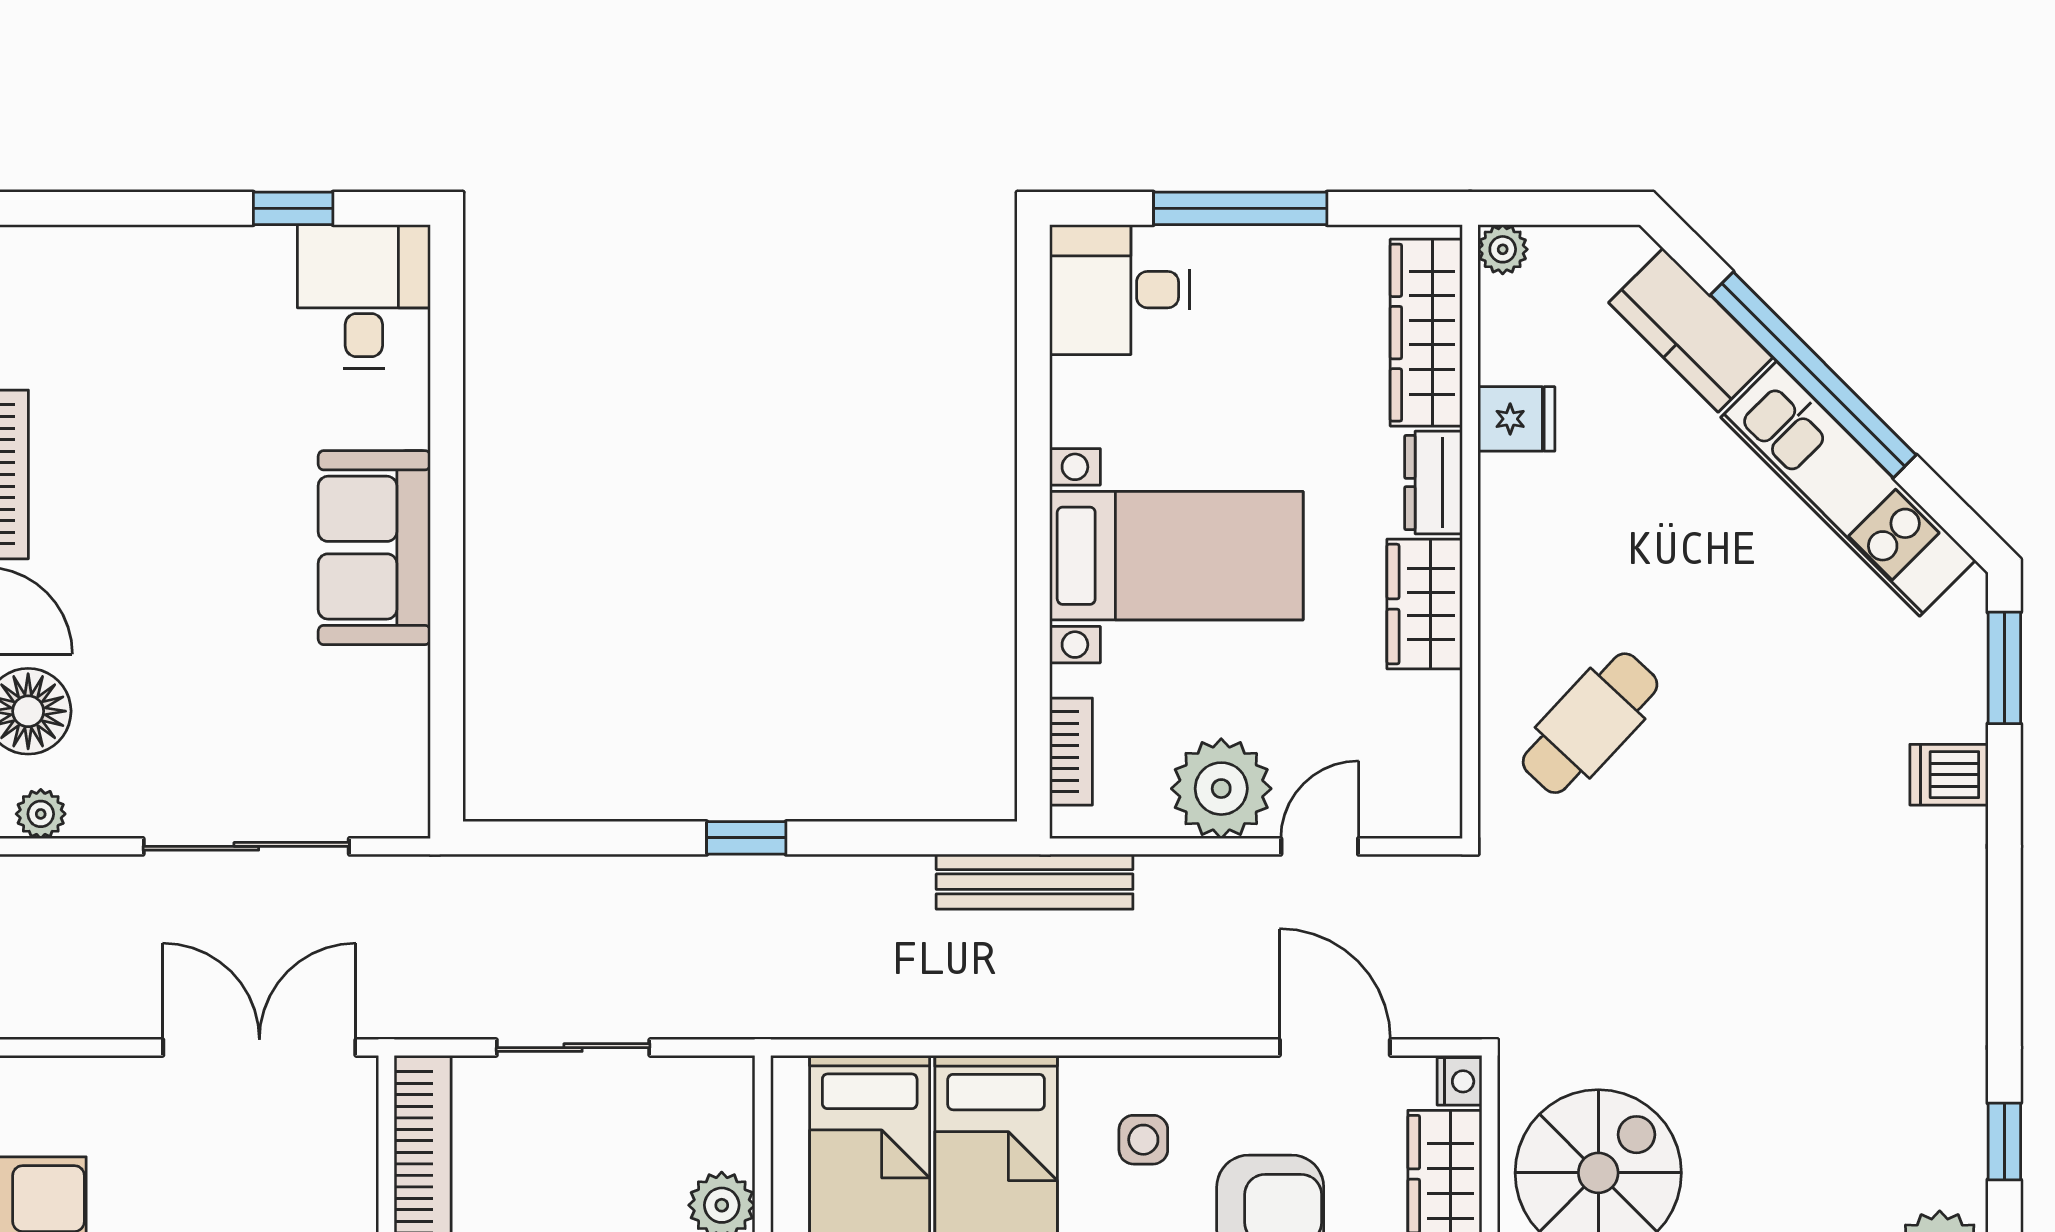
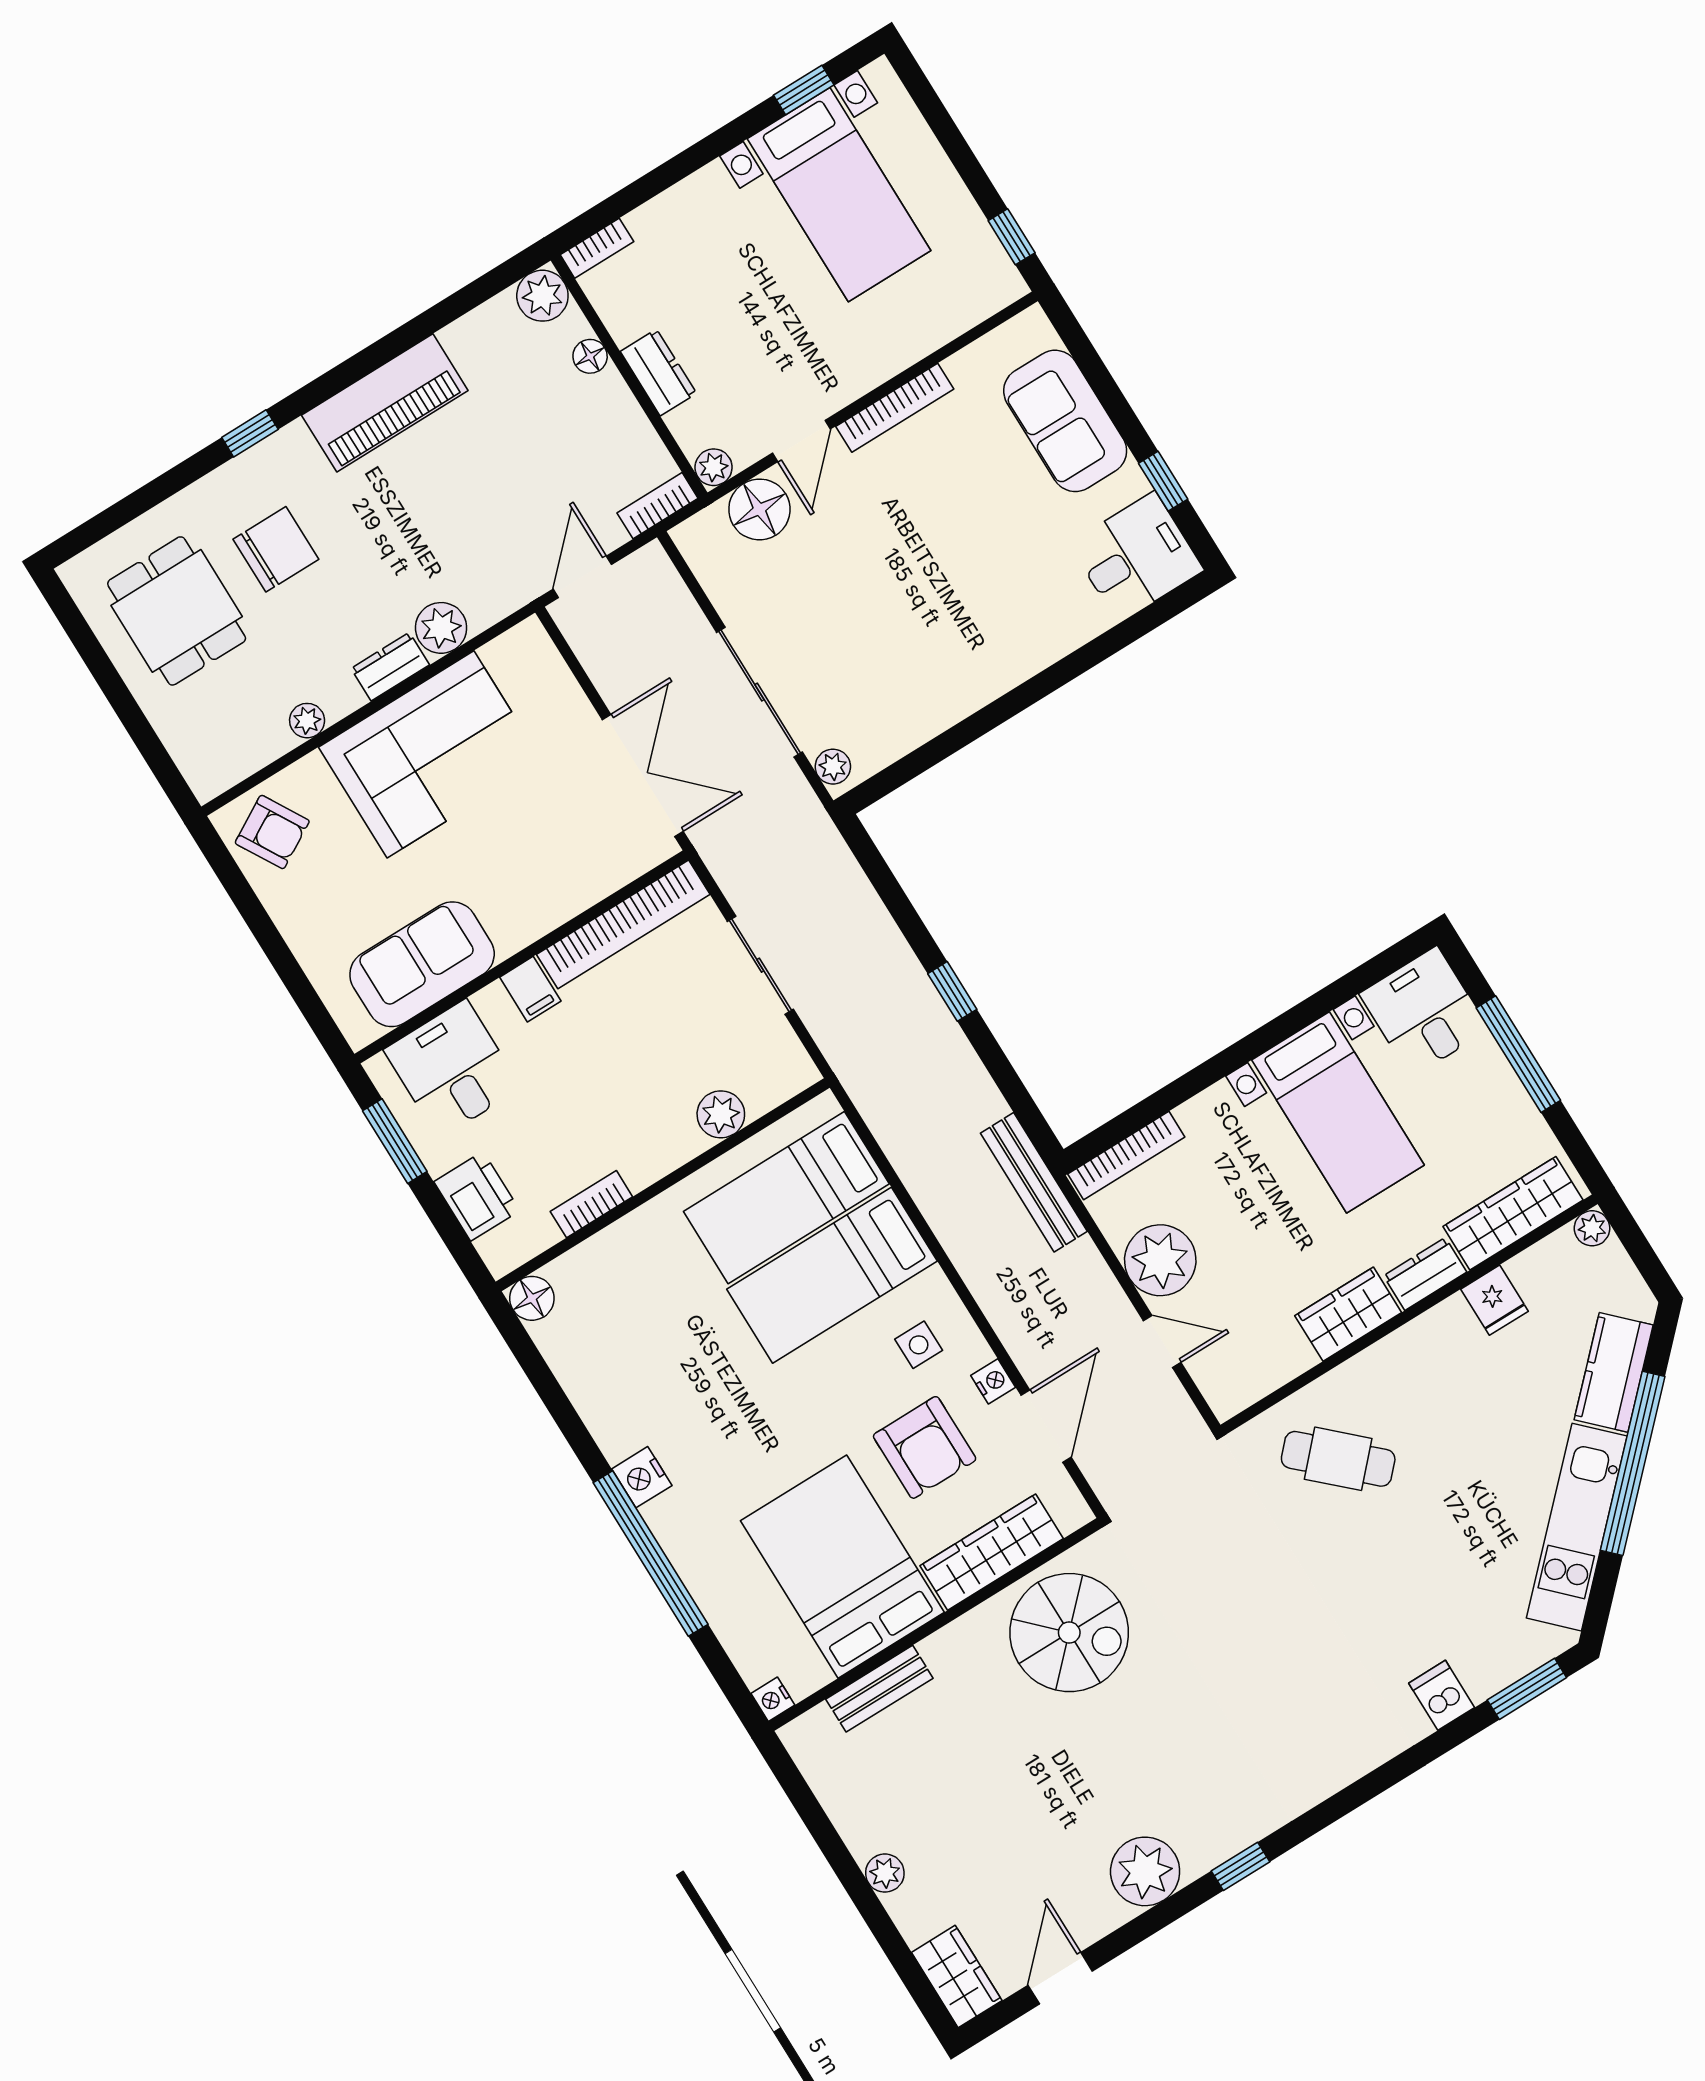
sofa: (374, 548) -> (1065, 421), moved, turned -90
bed with nightstands: (1176, 556) -> (1338, 1112), moved
bookcase: (1071, 752) -> (1126, 1156), width x1.56
plant: (41, 814) -> (833, 767), moved
nightstand: (1459, 1081) -> (993, 1381), moved, turned -90

